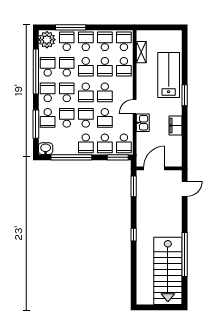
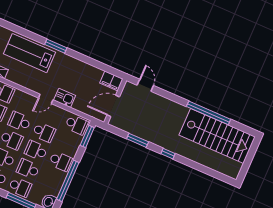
school desk: (105, 92) -> (19, 122), turned 180
door: (135, 107) -> (46, 99), hinge flipped
filing cabinet: (176, 126) -> (111, 81), moved
school desk: (105, 143) -> (68, 143), removed
door: (154, 168) -> (113, 106), hinge flipped
window: (134, 186) -> (138, 140), moved

